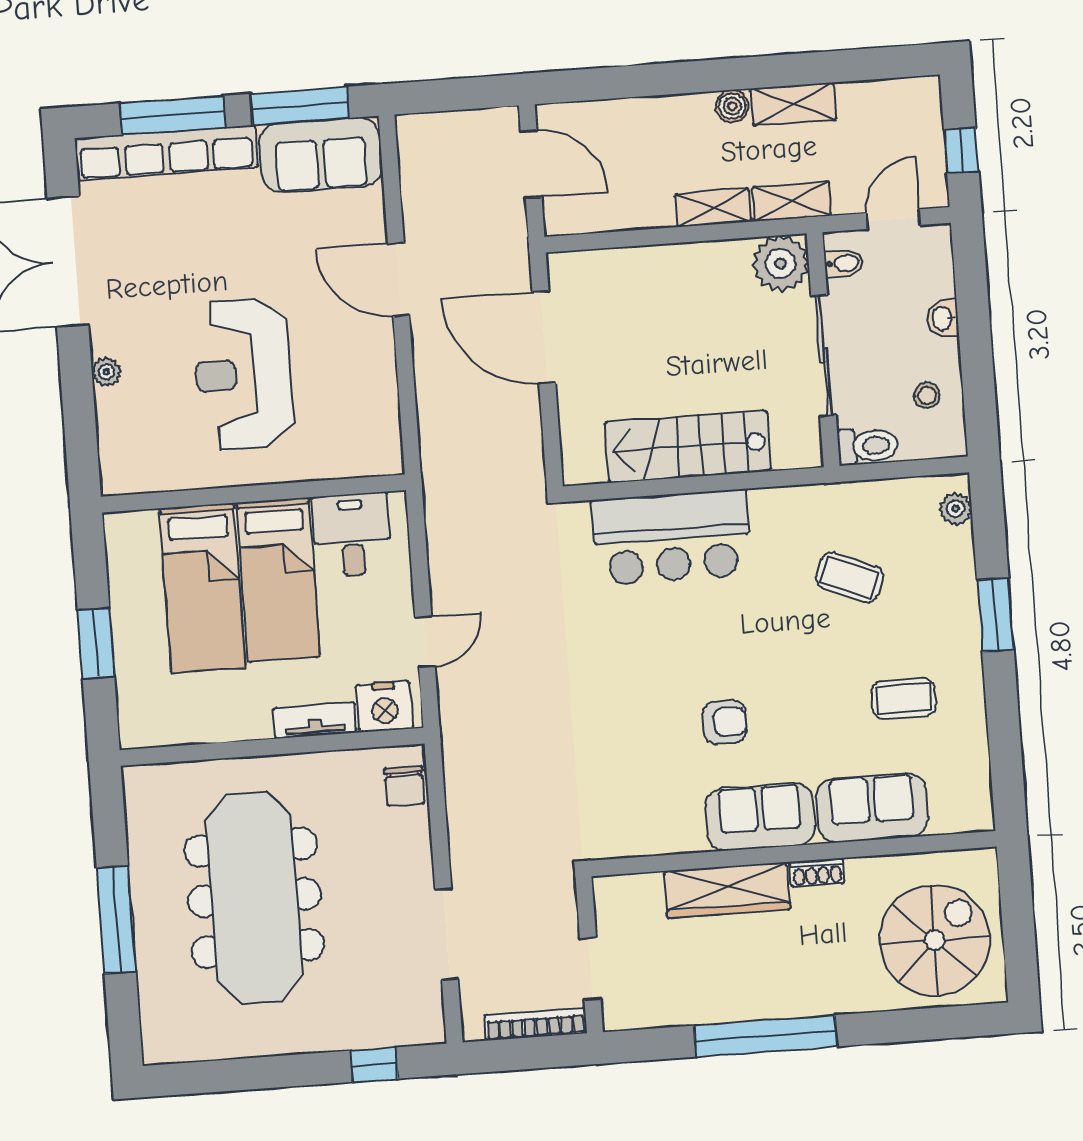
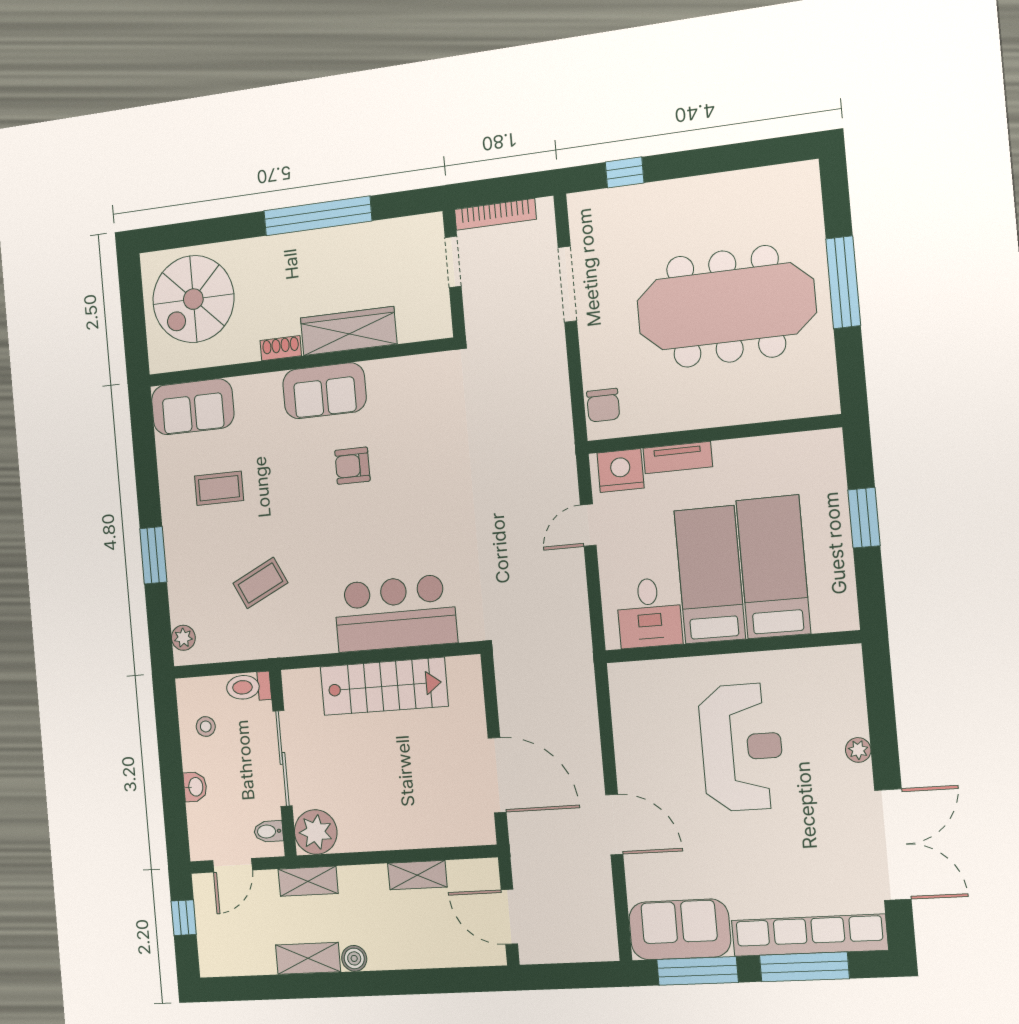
shelving: (713, 208) -> (417, 875), moved
coffee table: (850, 577) -> (260, 583), turned -48
chair: (405, 786) -> (603, 405), turned 180
sofa: (872, 808) -> (193, 407), moved
meeting table: (254, 898) -> (726, 307), turned 90

